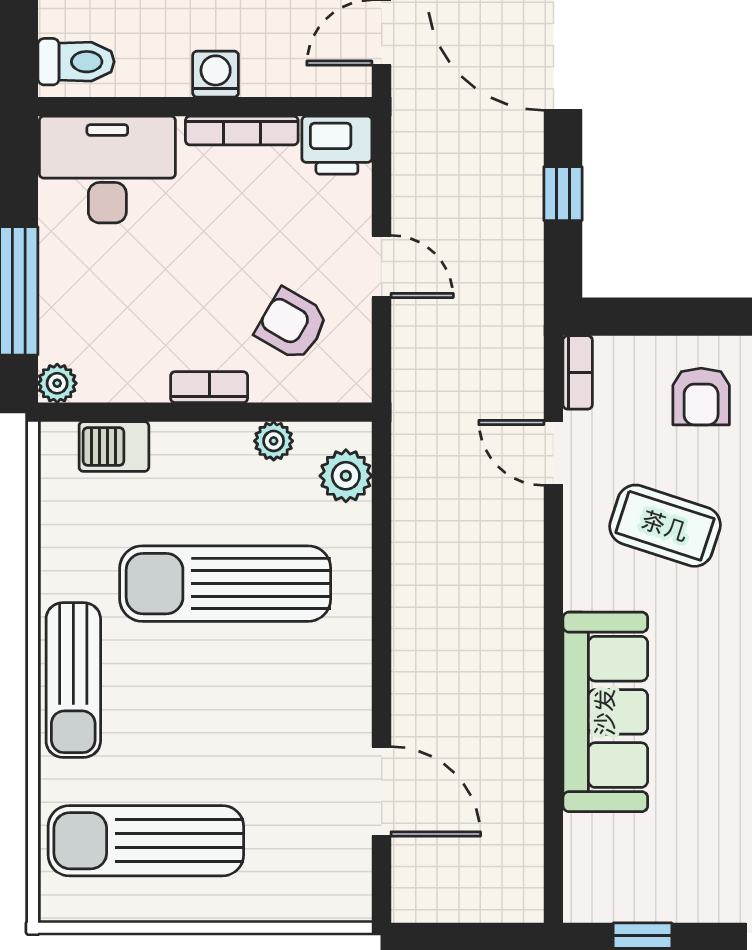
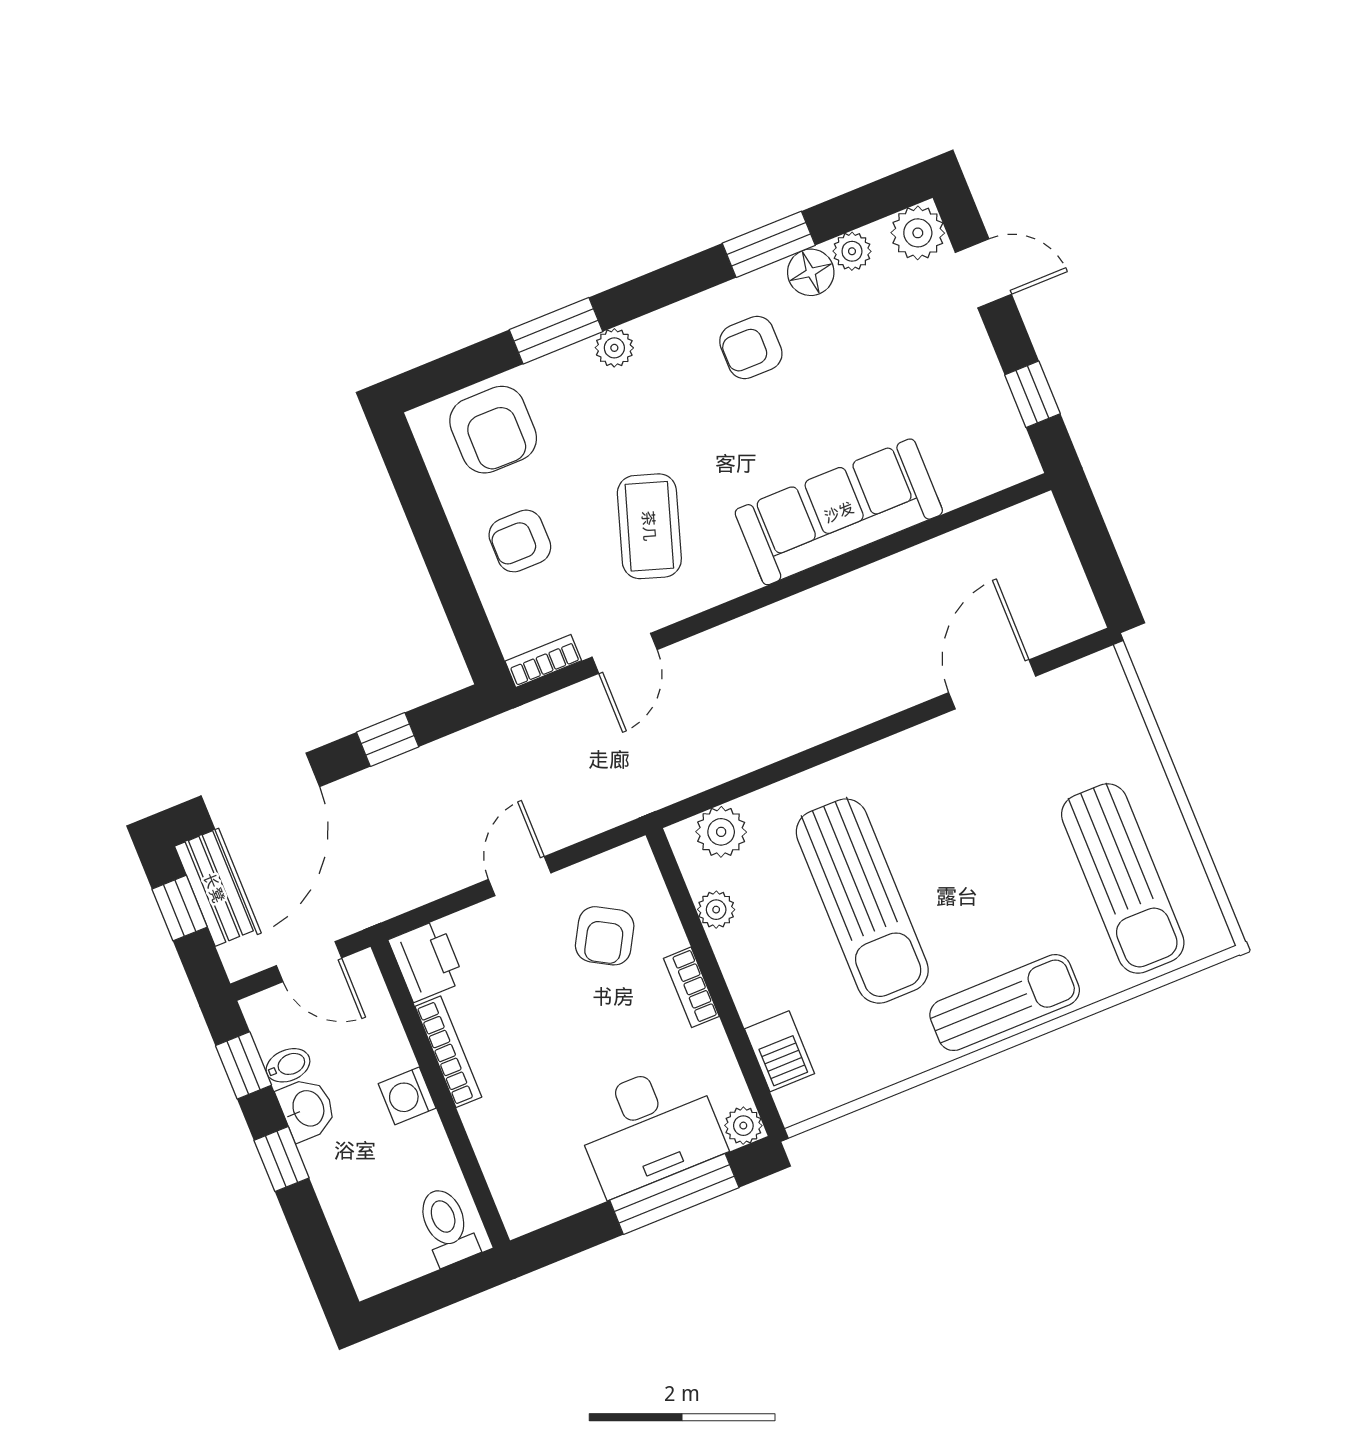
desk: (107, 170) -> (649, 1128), moved, turned -90
armchair: (701, 397) -> (520, 541), turned 180

